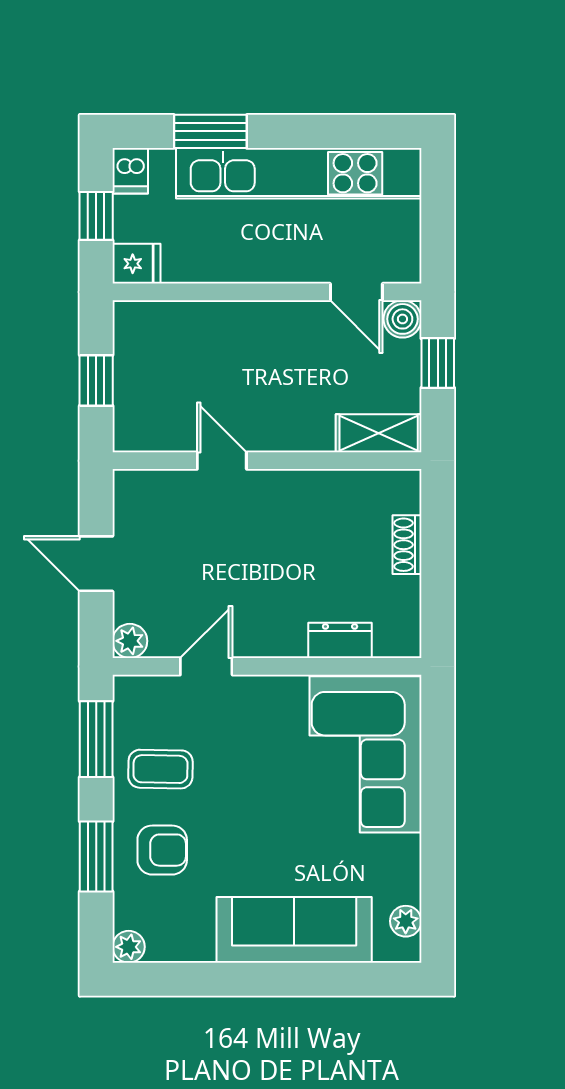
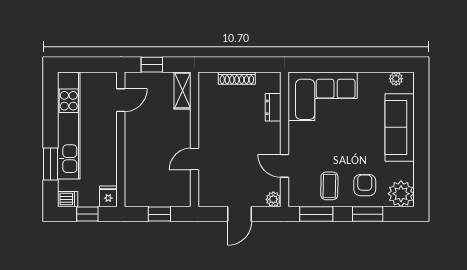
boiler: (402, 319) -> (132, 80), removed
shoe rack: (407, 545) -> (237, 78), width x1.43
plant: (129, 947) -> (401, 194), width x1.88, depth x1.88

